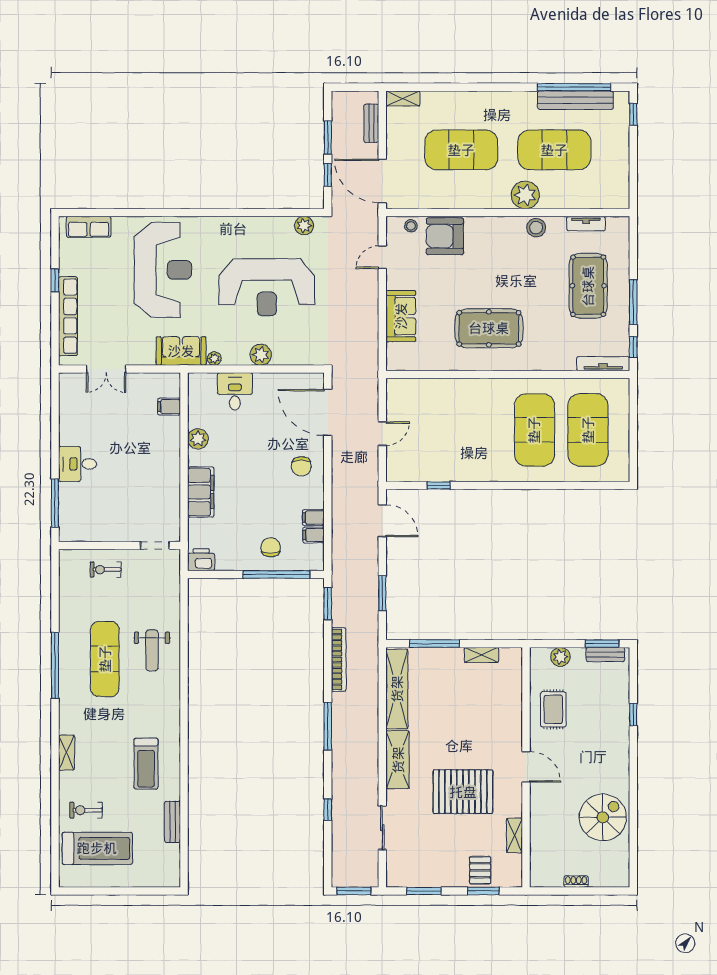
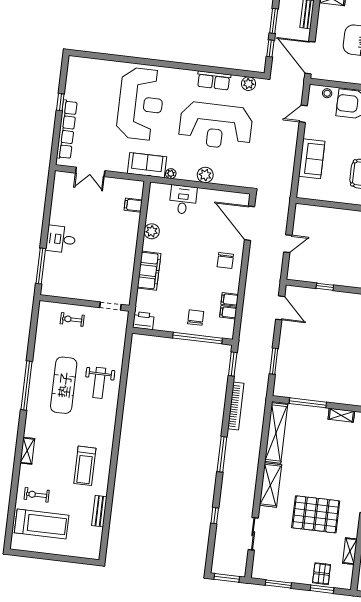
row of seats: (89, 227) -> (214, 80), moved

